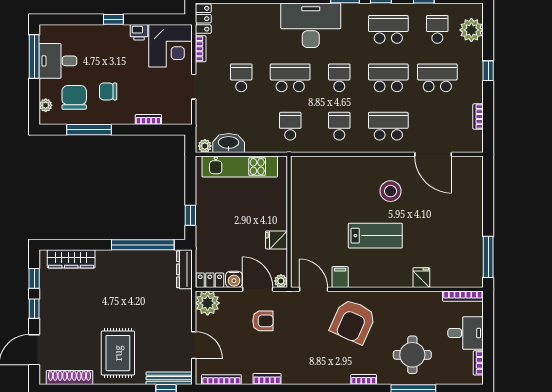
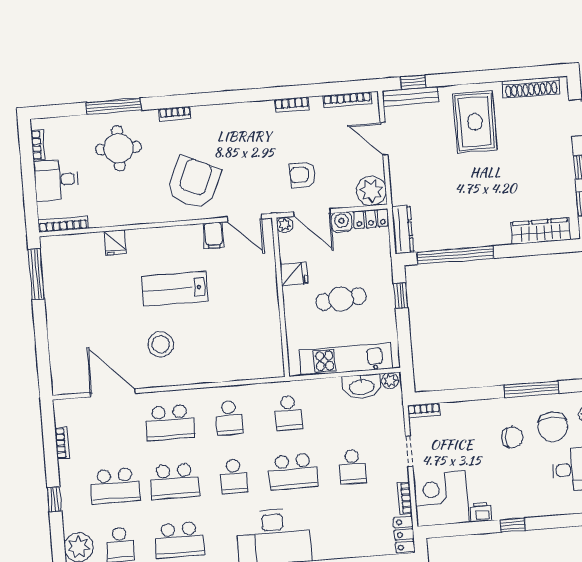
bookcase: (148, 119) -> (424, 410), moved
cafe table: (240, 216) -> (341, 299), added

